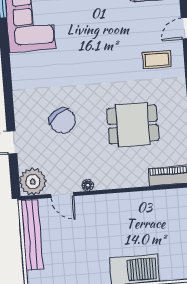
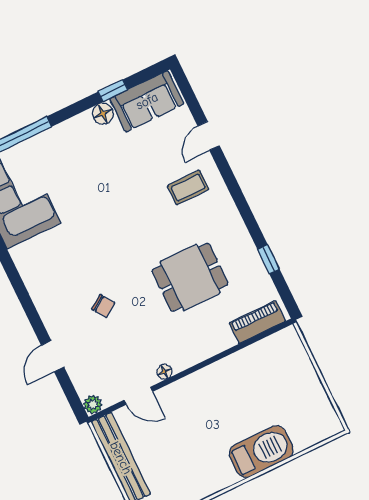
chair: (62, 121) -> (103, 306), width x0.54, depth x0.54
plant: (33, 182) -> (93, 405), width x0.53, depth x0.53

